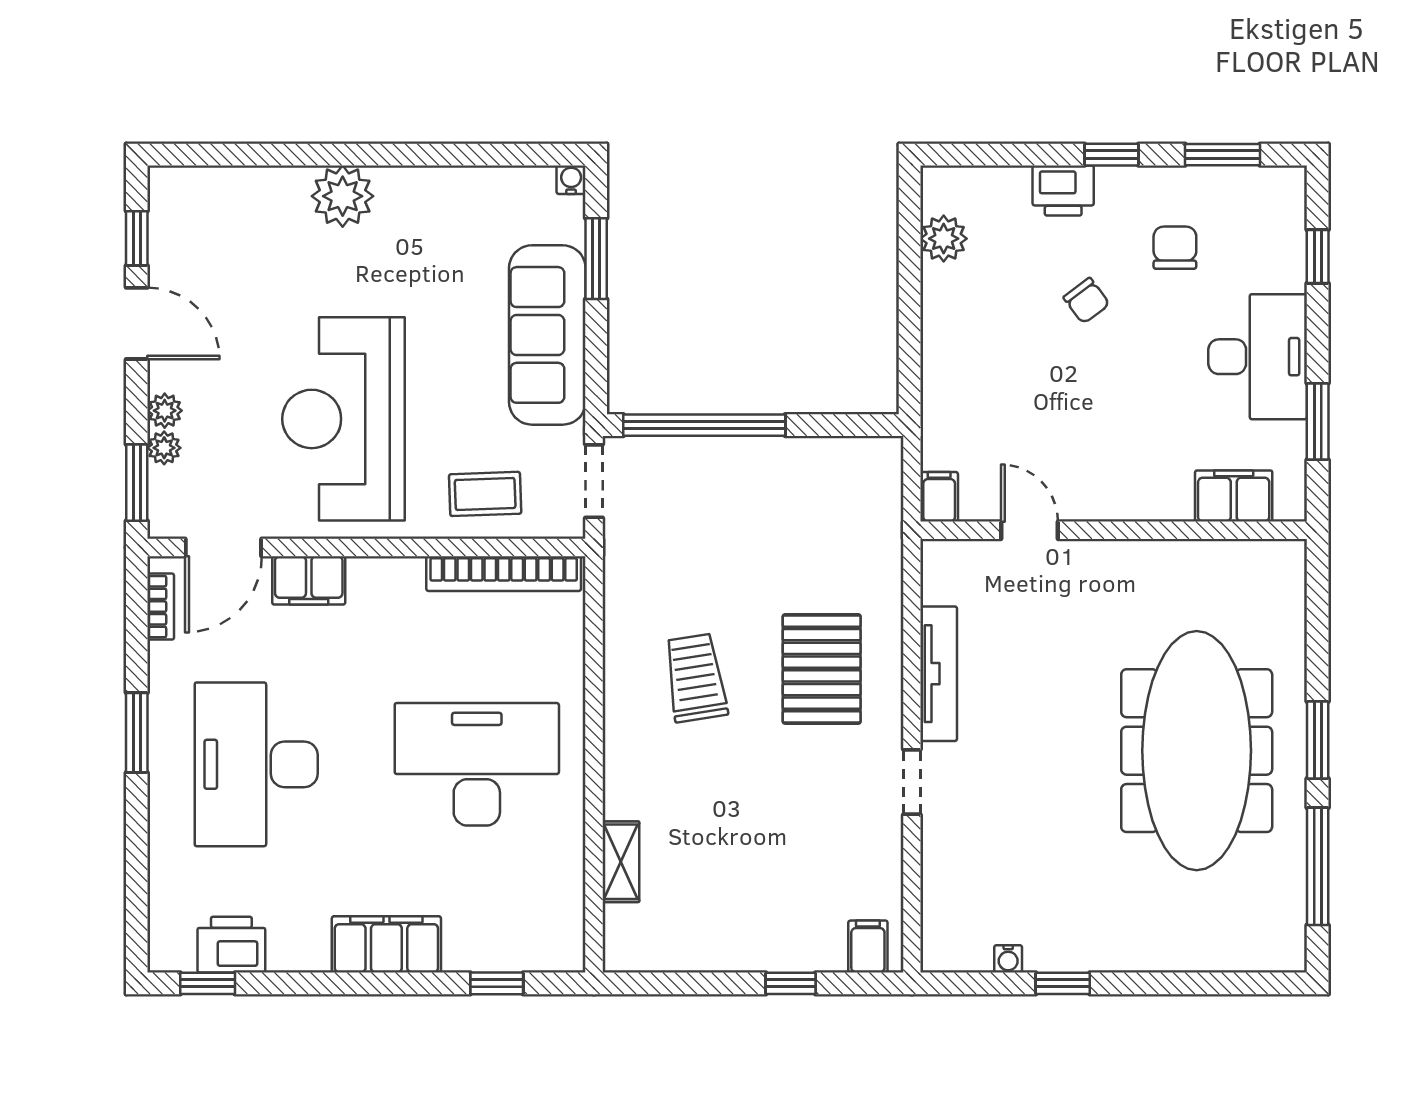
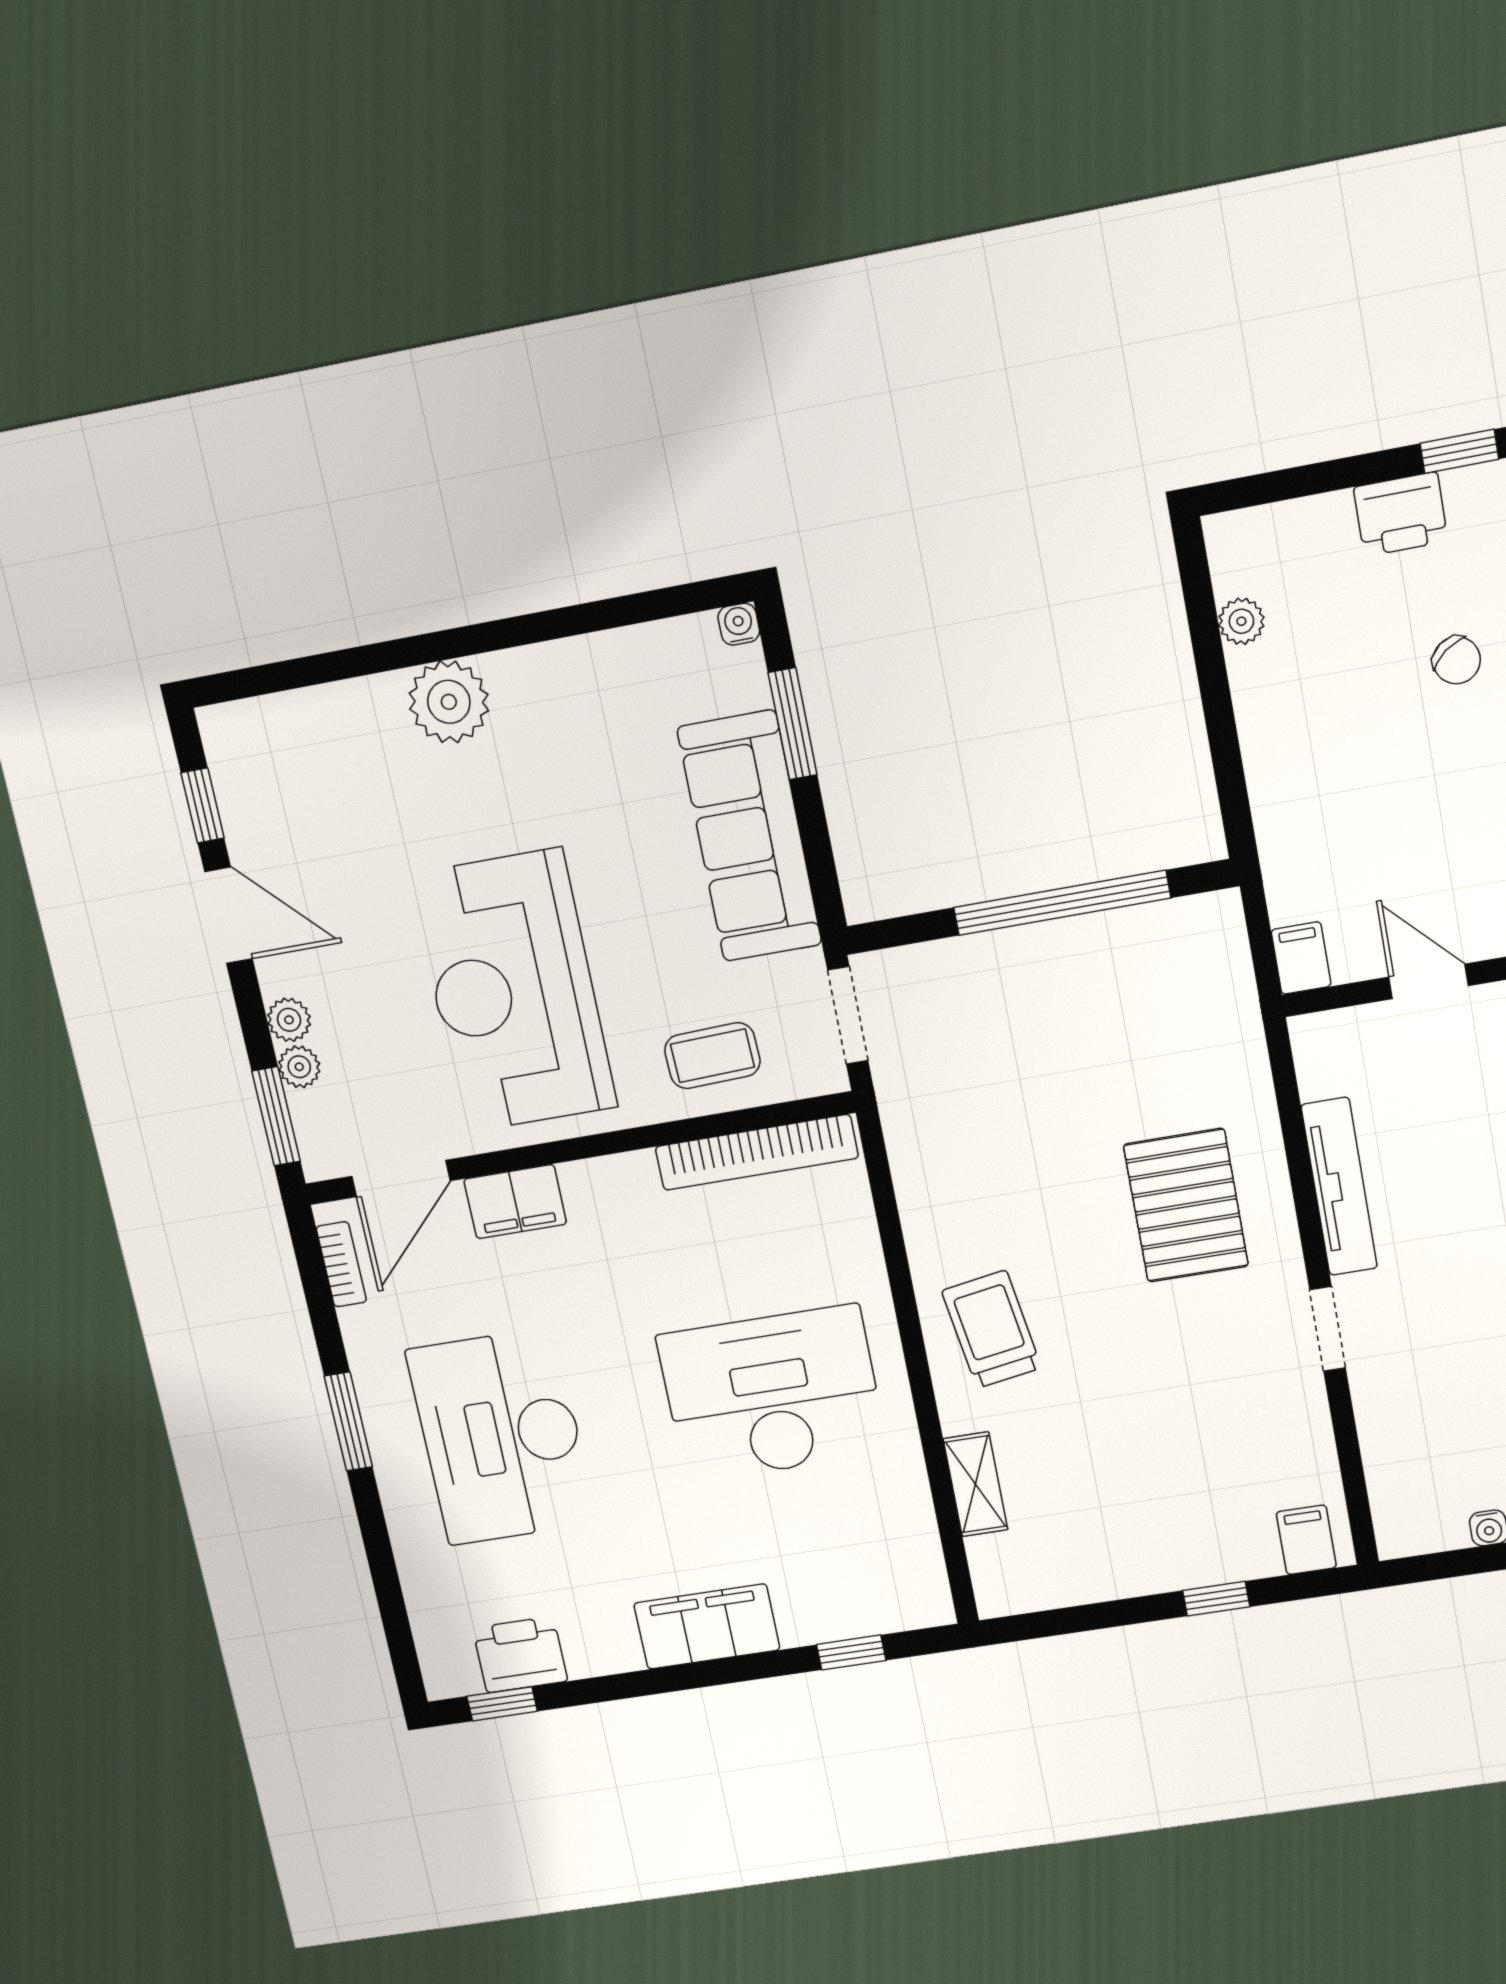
plant: (944, 239) -> (1241, 621), width x0.73, depth x0.73
window: (704, 425) -> (1062, 903), moved
trolley: (696, 678) -> (992, 1329), moved

